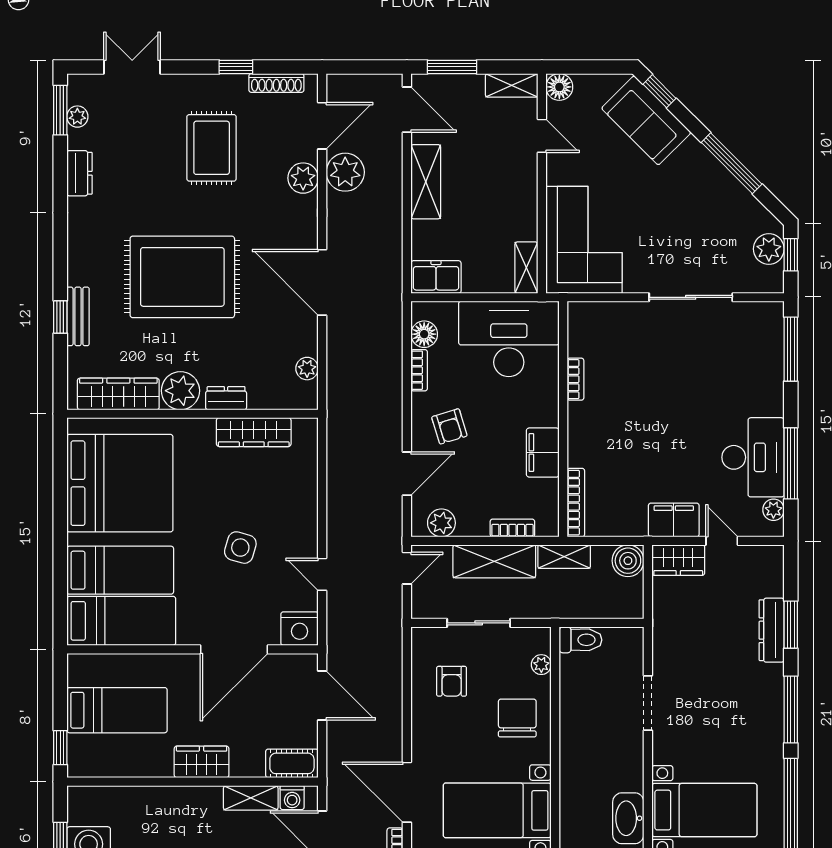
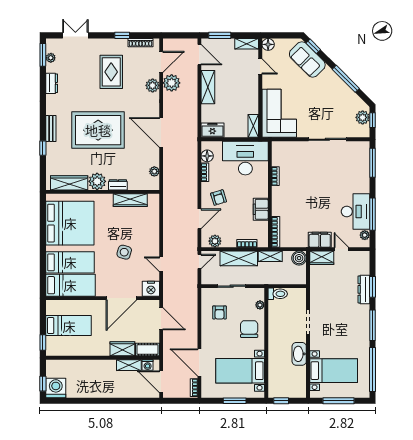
bench: (78, 316) -> (51, 129), moved
wardrobe: (202, 762) -> (122, 349), moved
washbasin: (628, 818) -> (299, 354), moved

